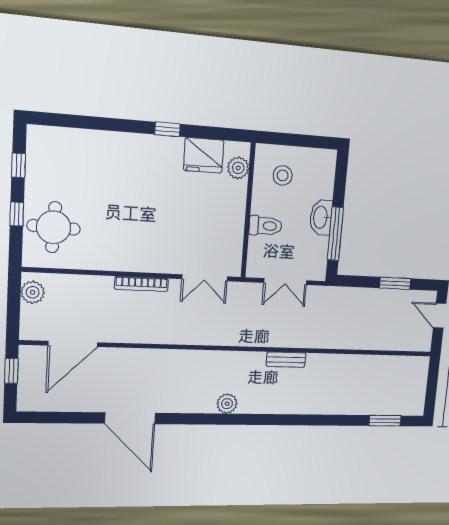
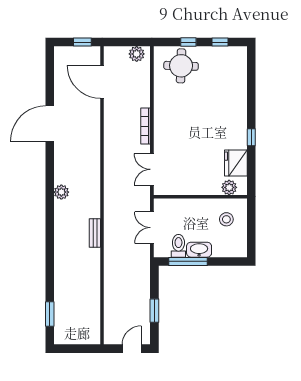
toilet: (265, 226) -> (178, 246), moved, turned 180

